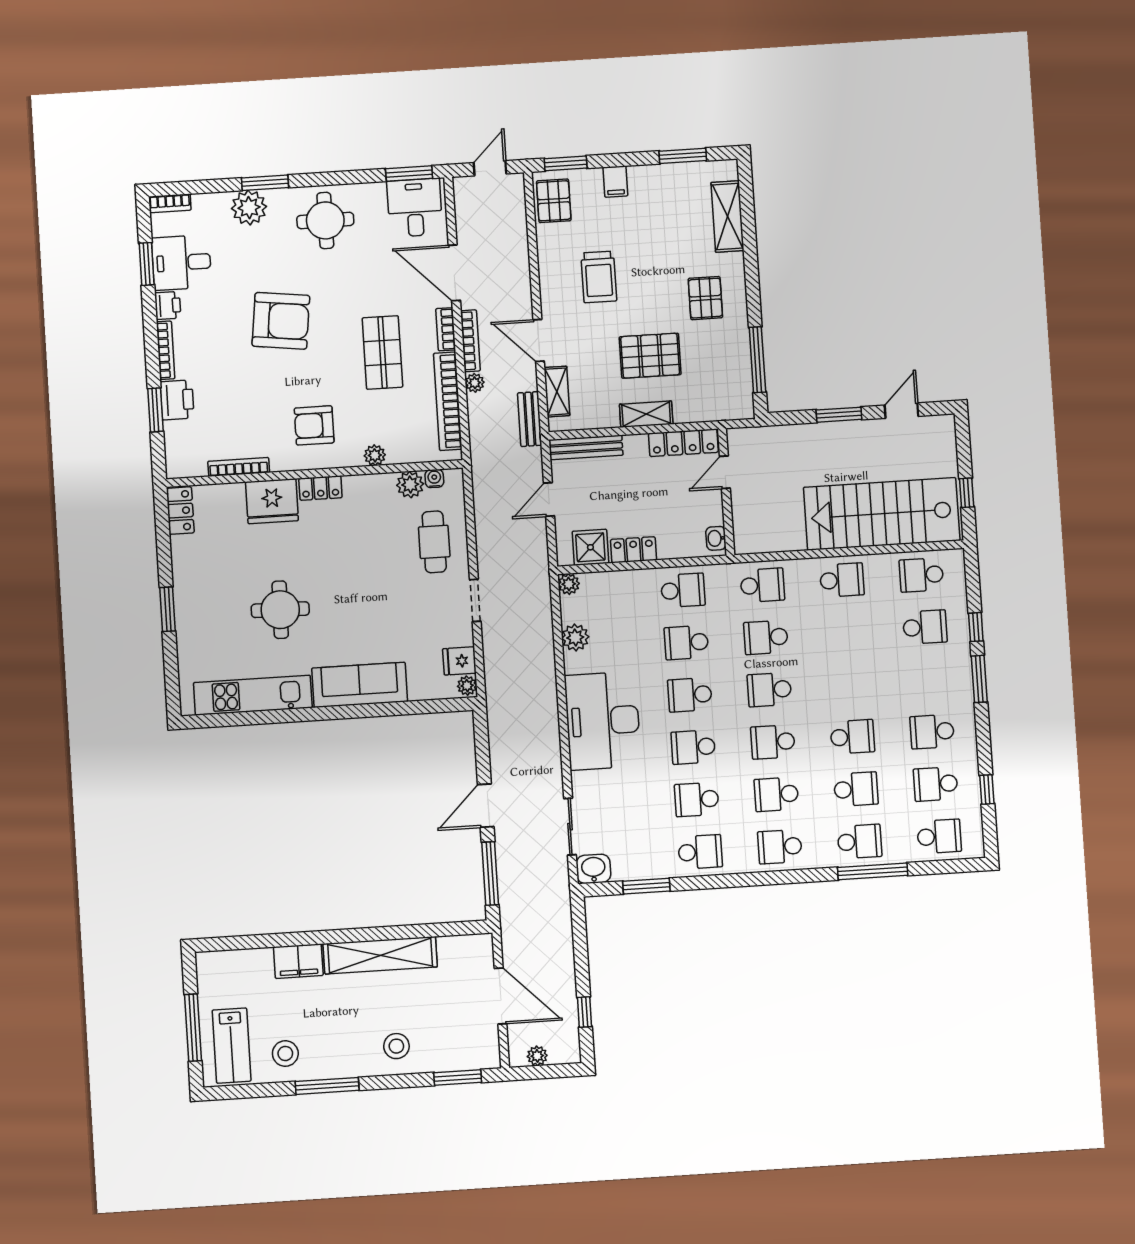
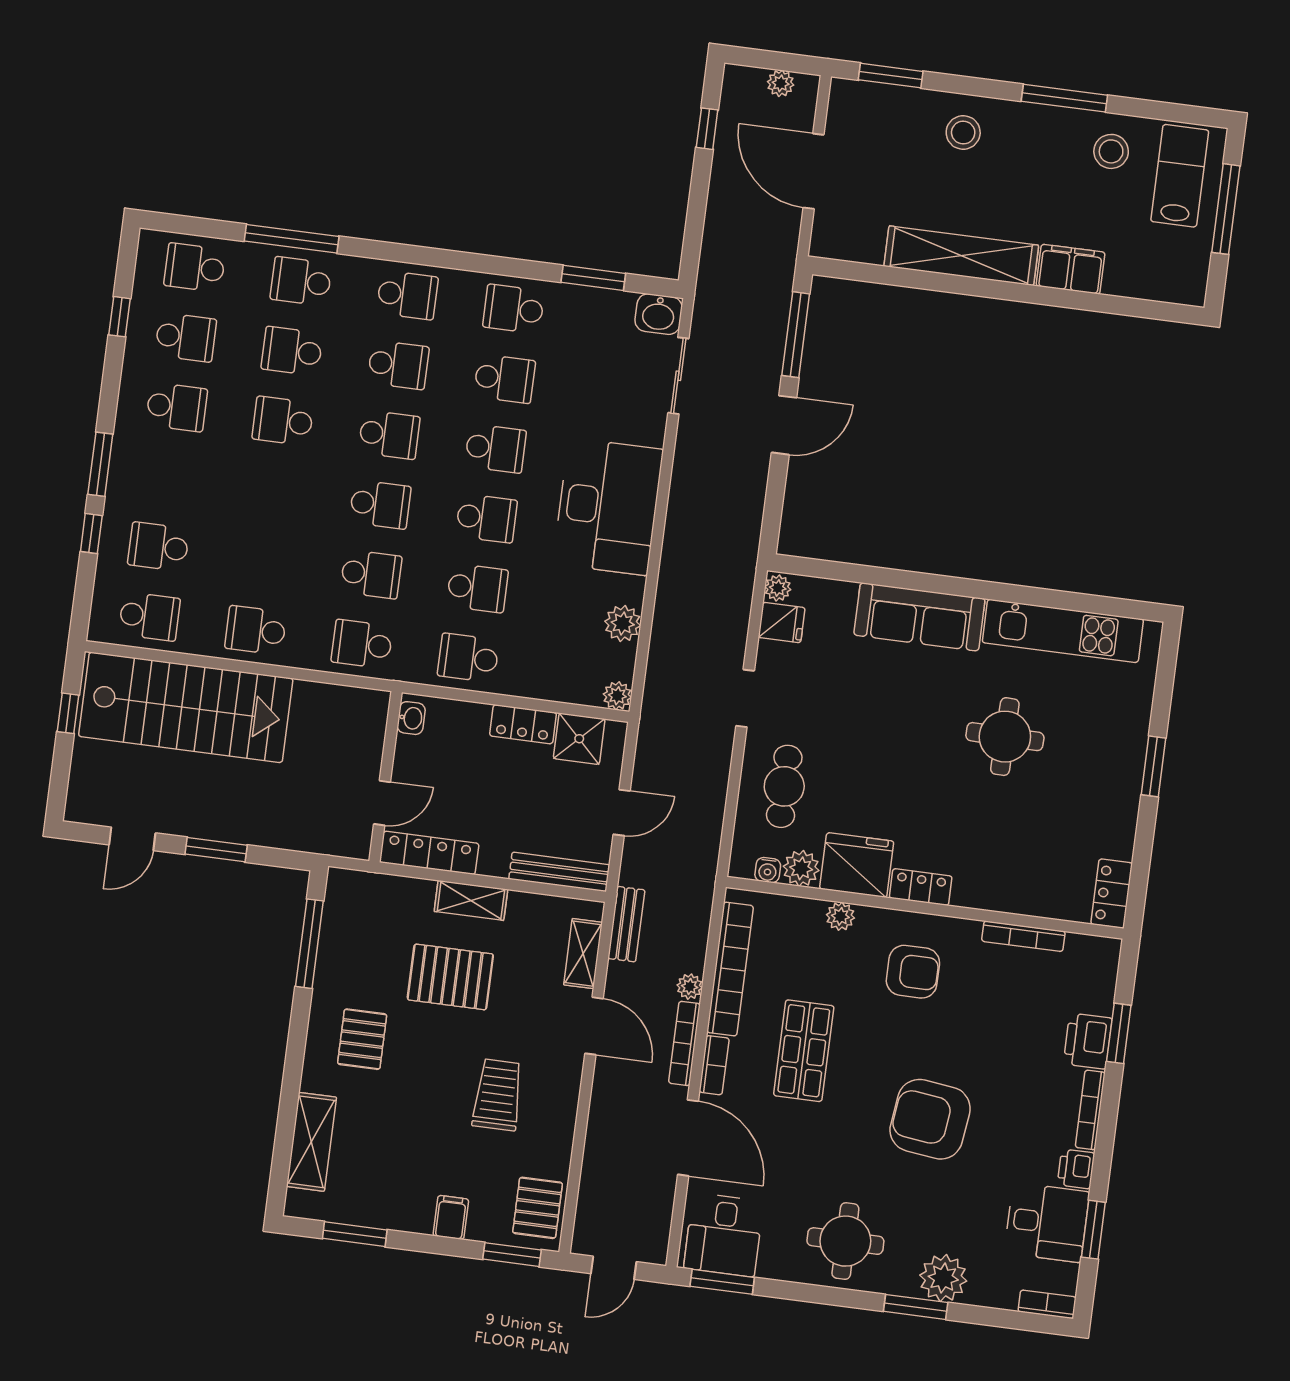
fridge: (272, 501) -> (857, 865), moved

